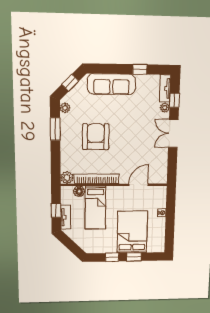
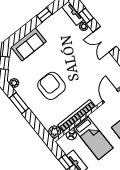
sofa: (111, 84) -> (29, 44), width x0.73

